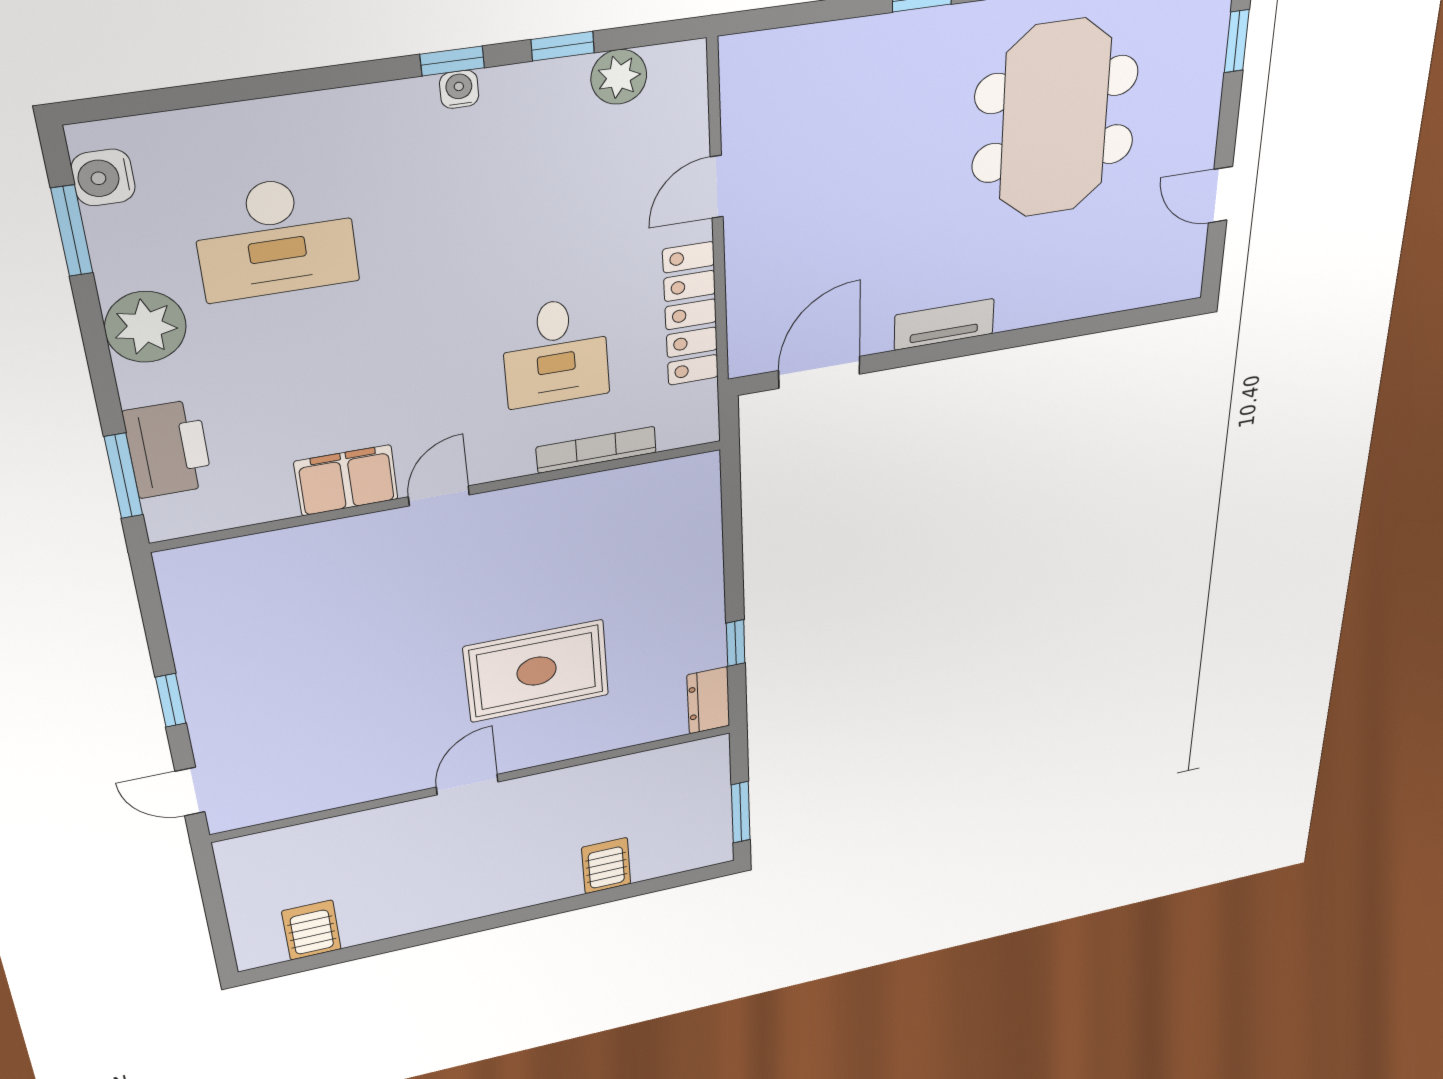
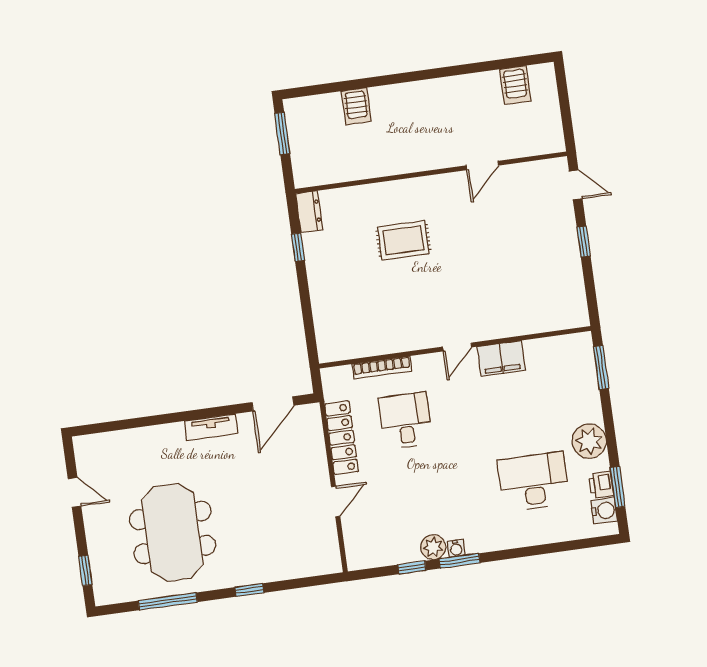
window: (452, 61) -> (460, 561), width x1.50
plant: (619, 77) -> (433, 547), moved
printer: (168, 449) -> (601, 485), moved, width x0.53, depth x0.68
rug: (537, 671) -> (403, 240), width x0.73, depth x0.70
door: (467, 785) -> (482, 165), moved

